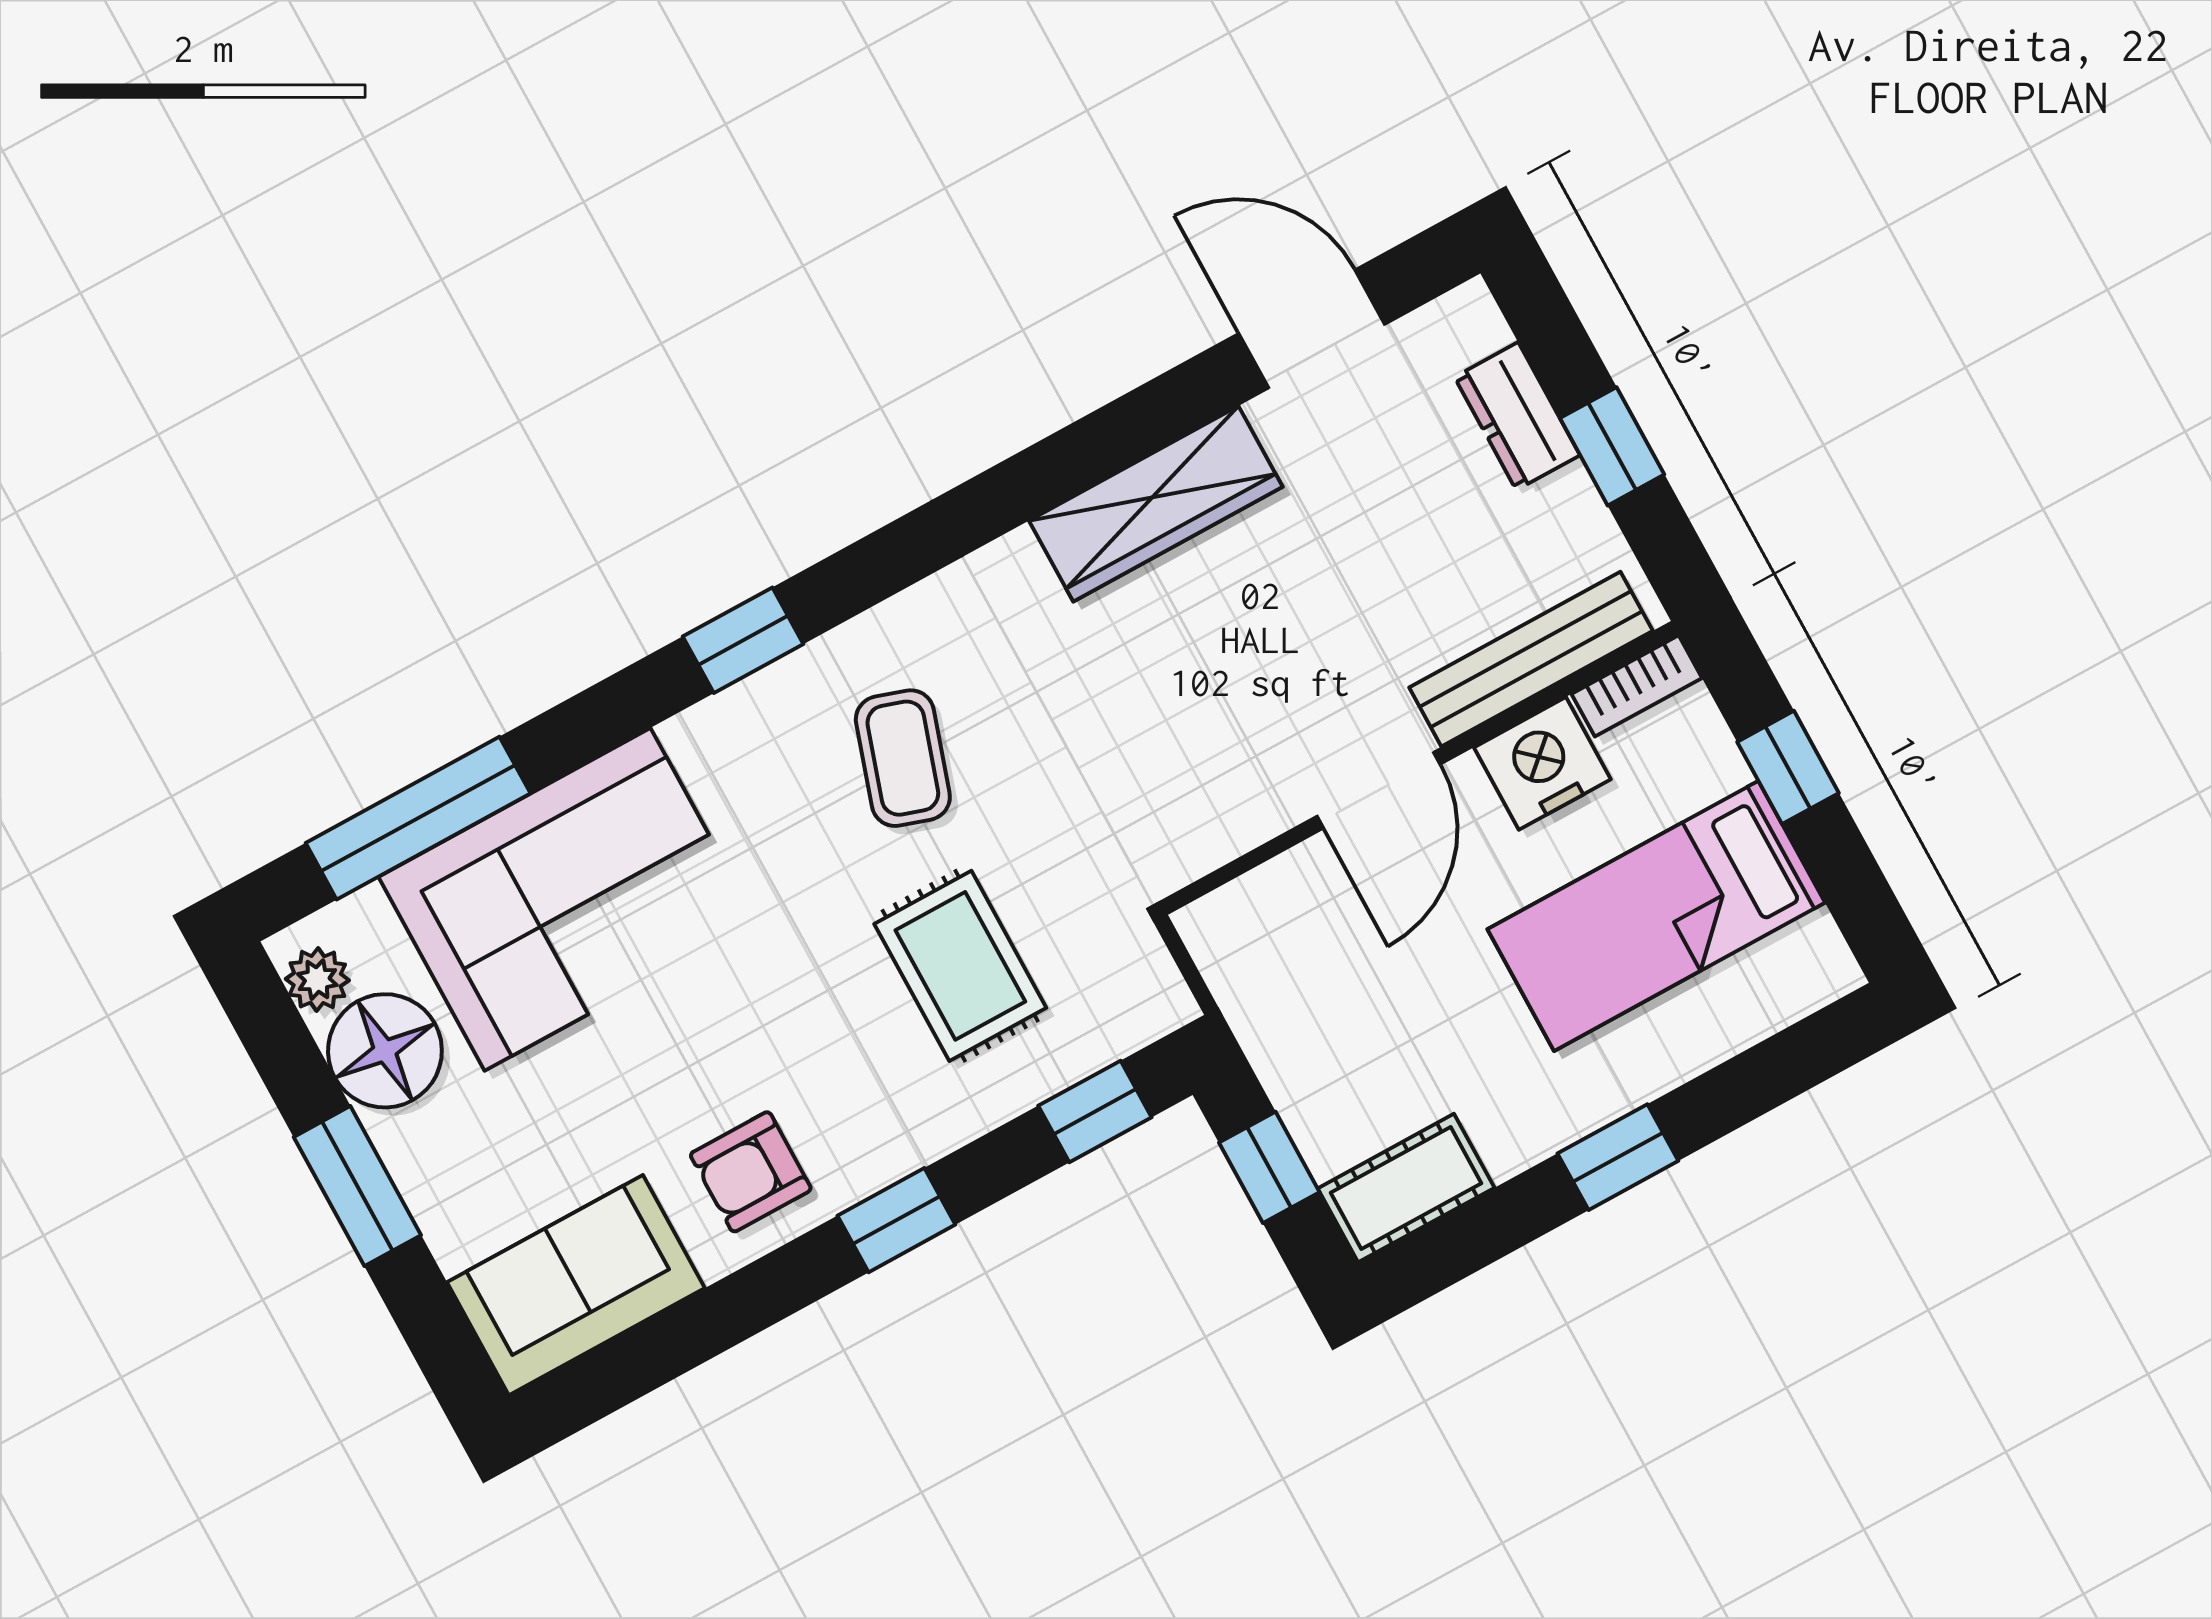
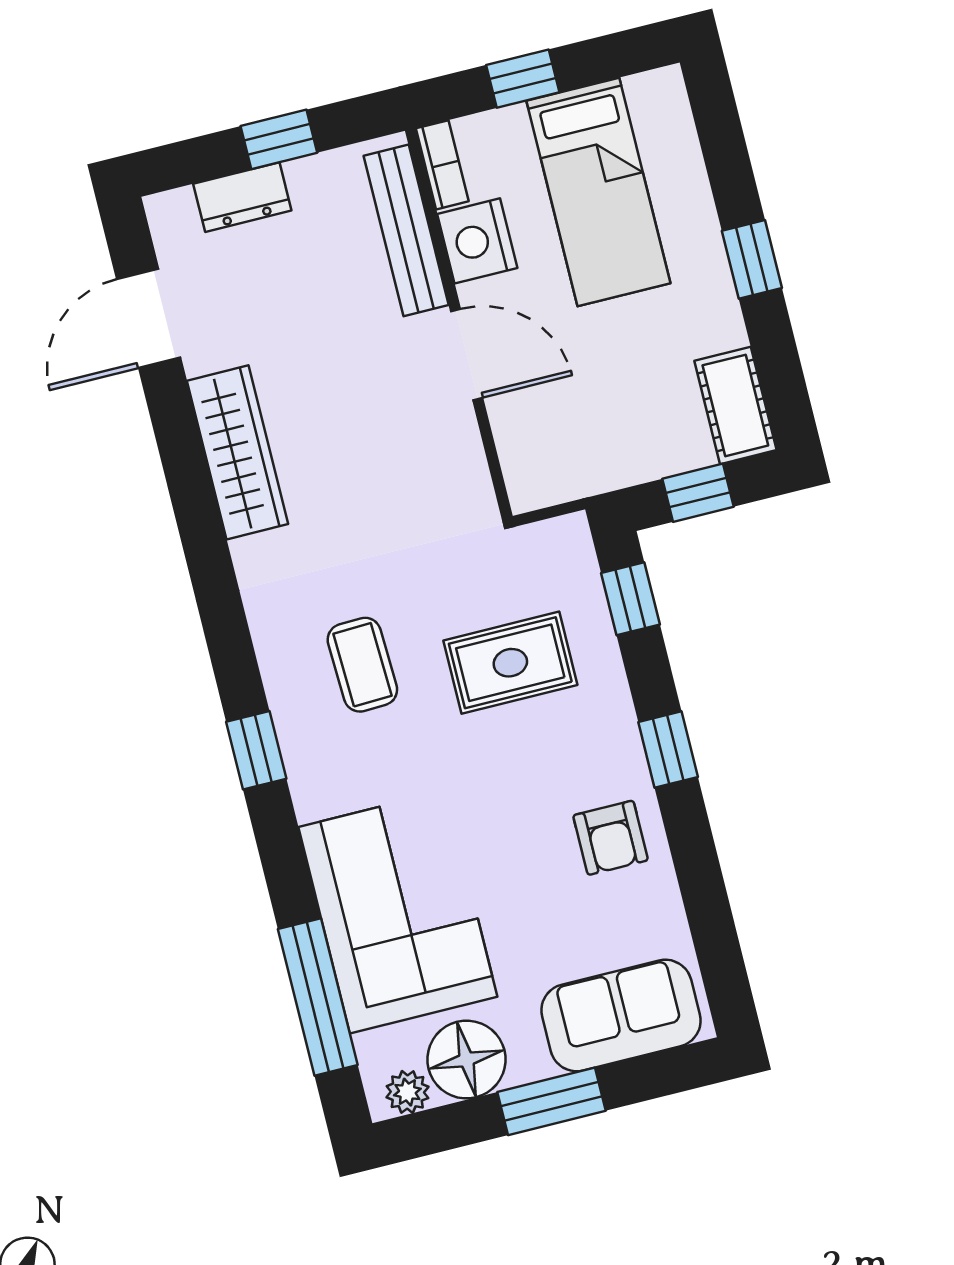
coffee table: (903, 758) -> (362, 665), turned 70
sofa: (576, 1285) -> (621, 1015), moved, turned 90

